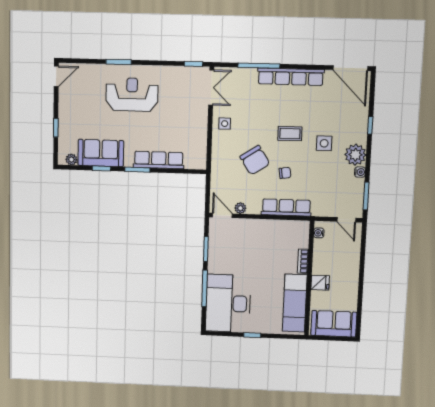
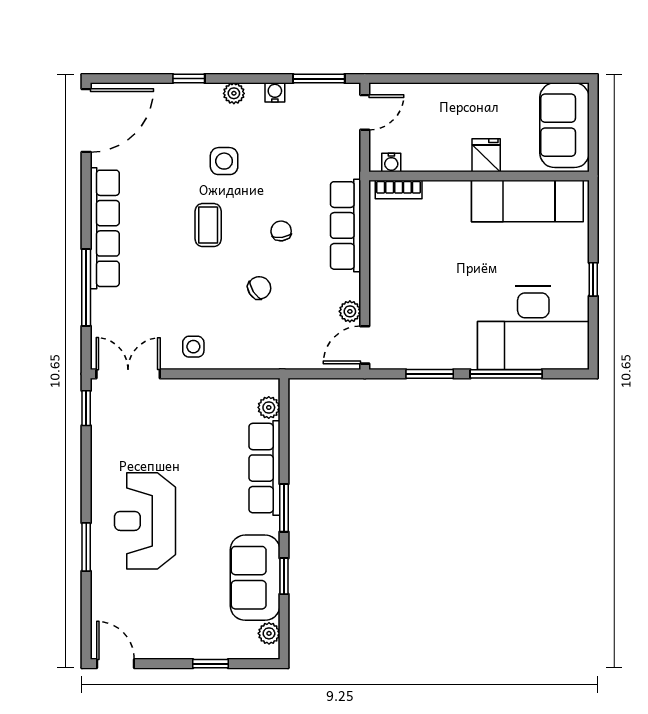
plant: (355, 155) -> (234, 93), width x0.53, depth x0.53
chair: (255, 160) -> (259, 288), width x0.54, depth x0.54
plant: (191, 163) -> (269, 407), added
bookcase: (303, 261) -> (399, 190), moved

